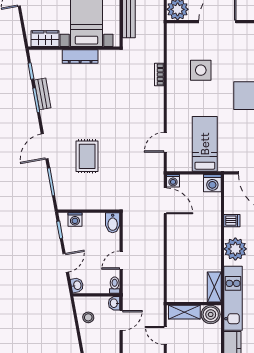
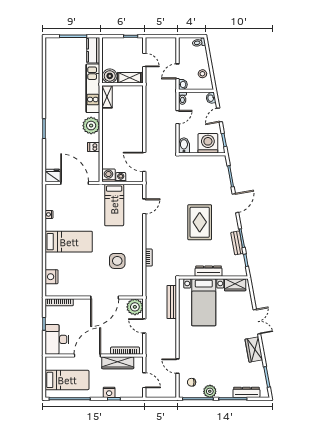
rug: (87, 156) -> (200, 222), moved, width x1.36, depth x1.43
washing machine: (173, 181) -> (121, 177), moved
washing machine: (75, 219) -> (208, 143), width x1.89, depth x1.89

